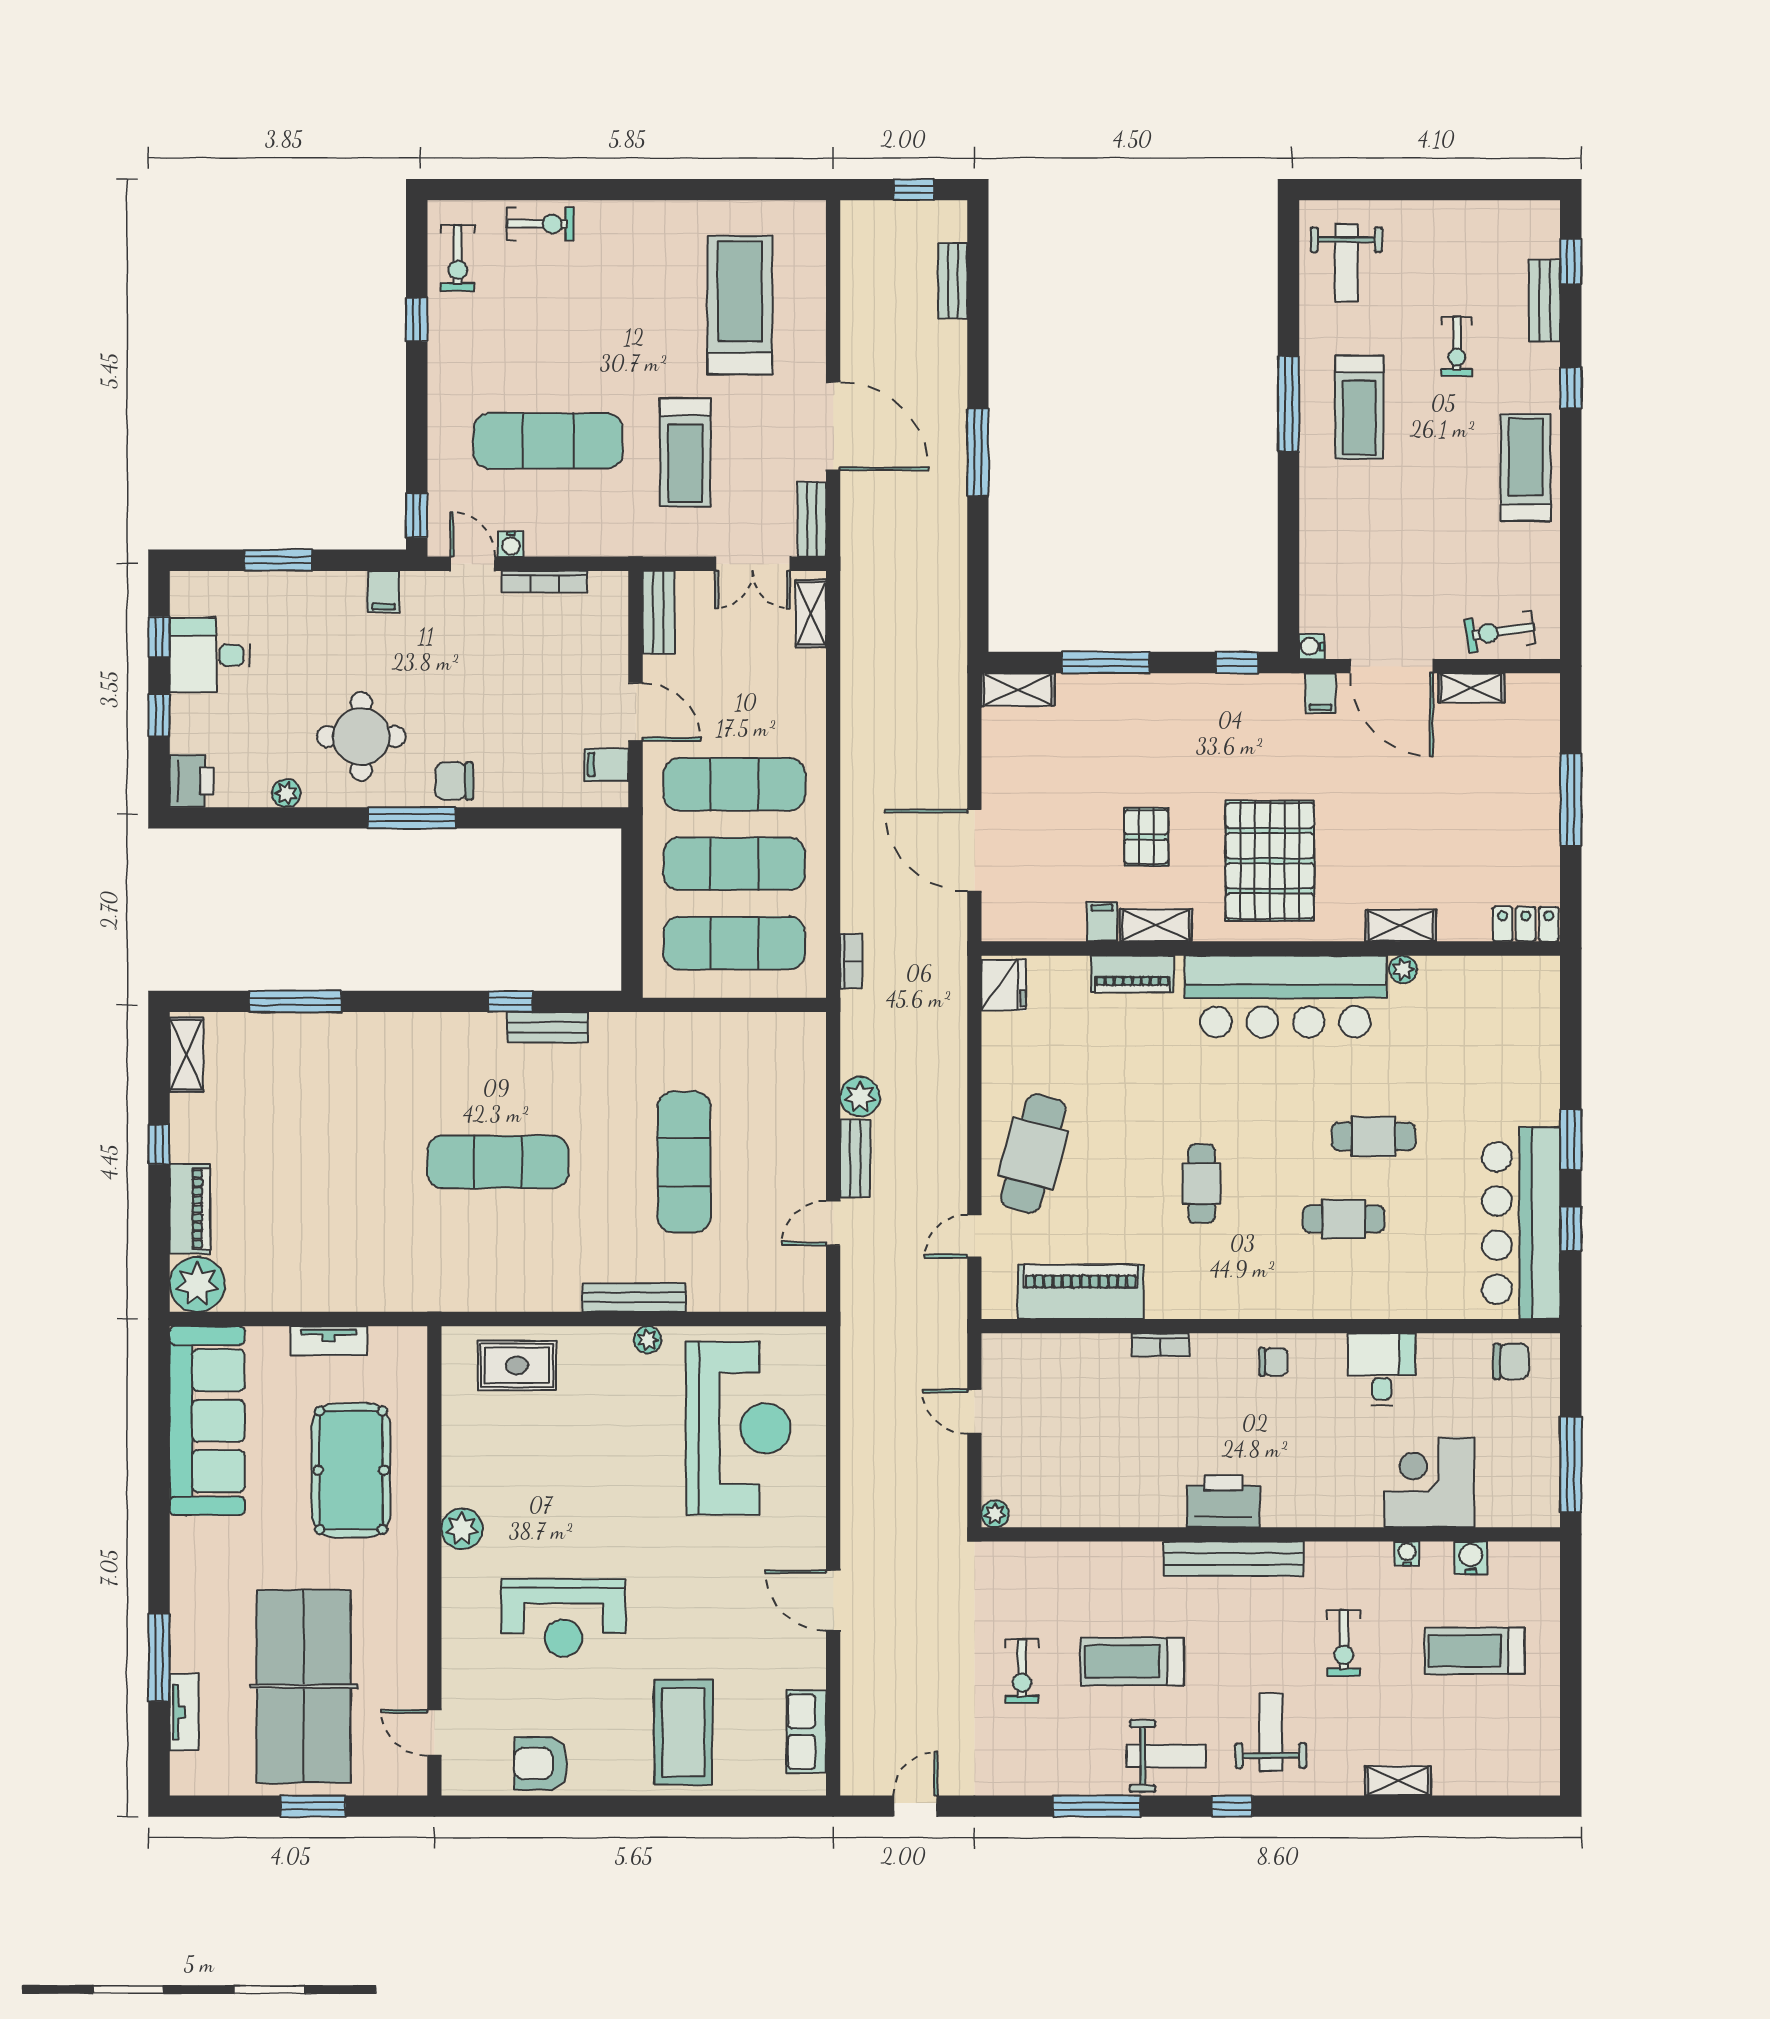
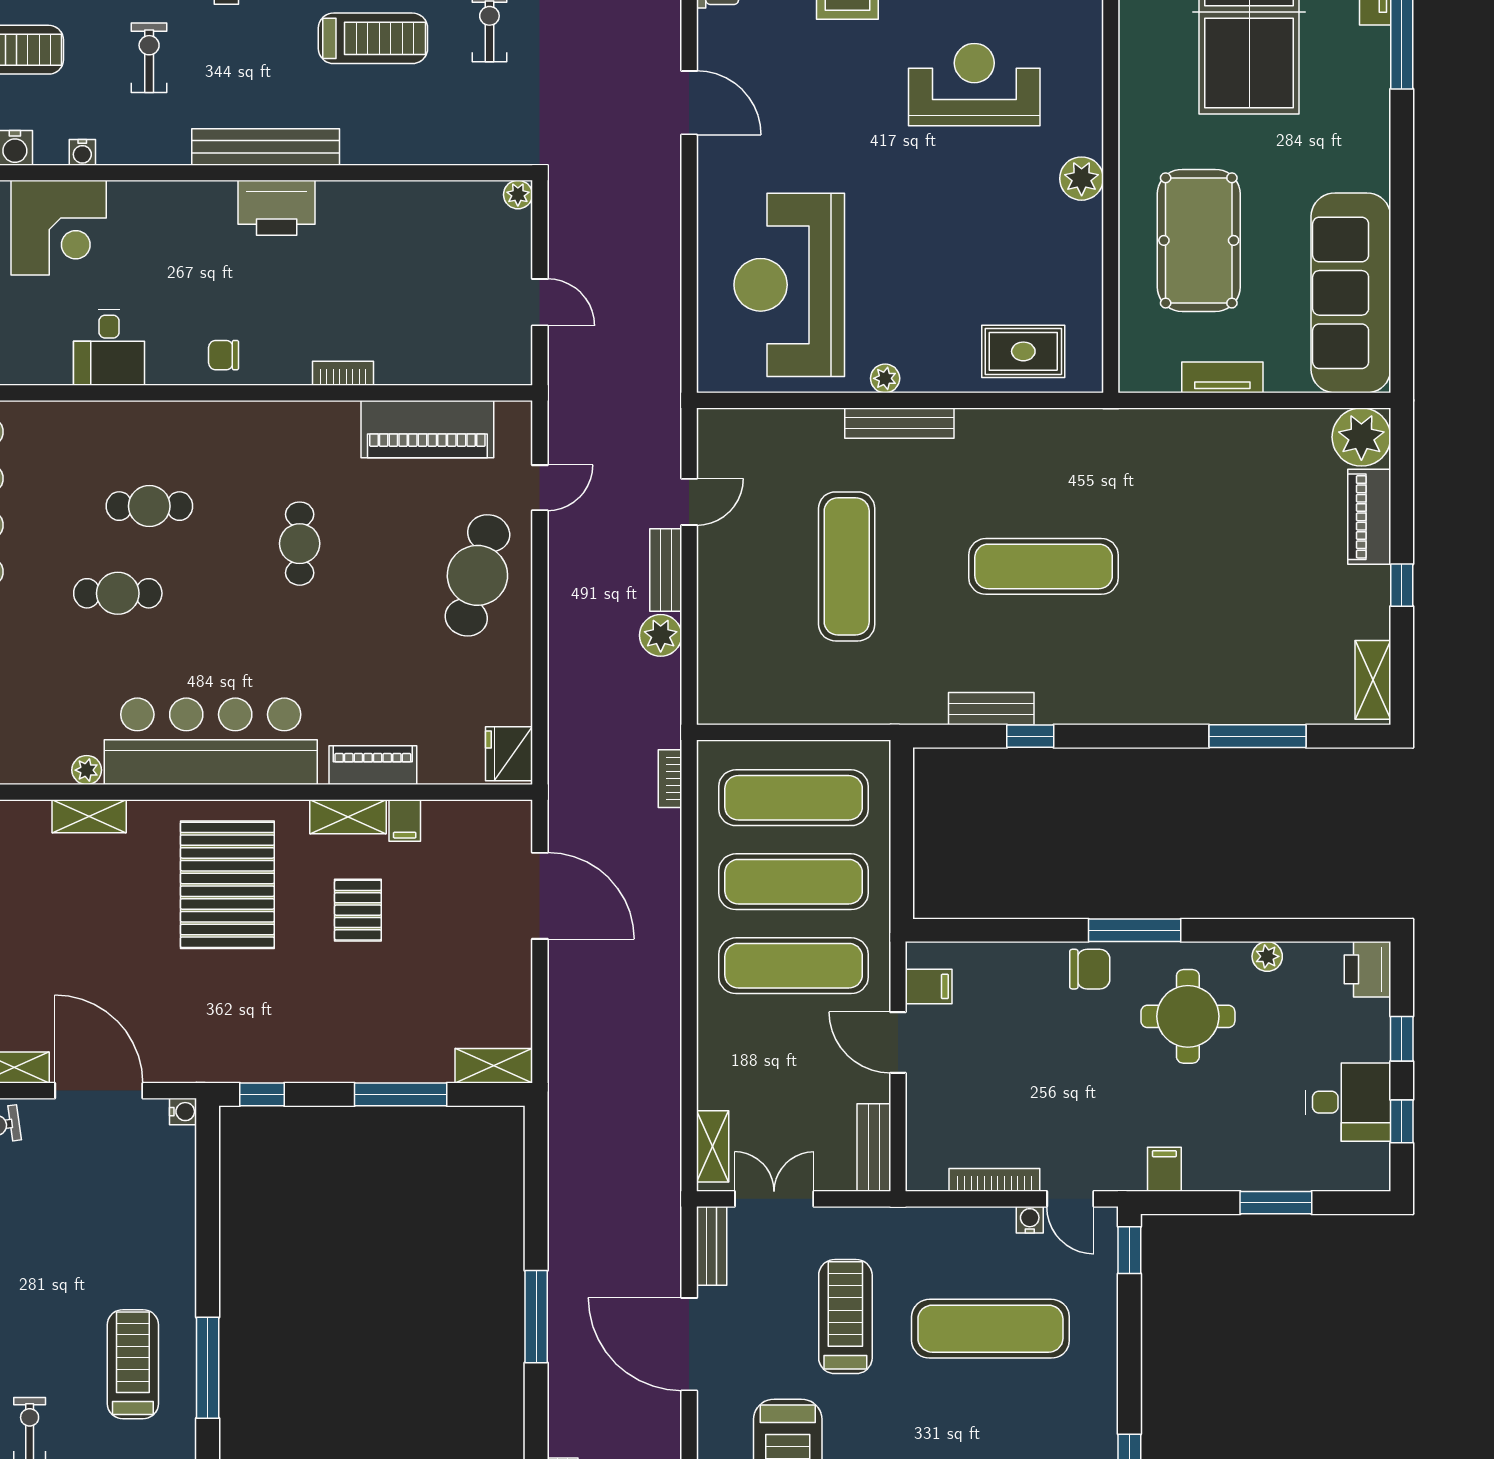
filing cabinet: (1321, 693) -> (174, 1062), removed

